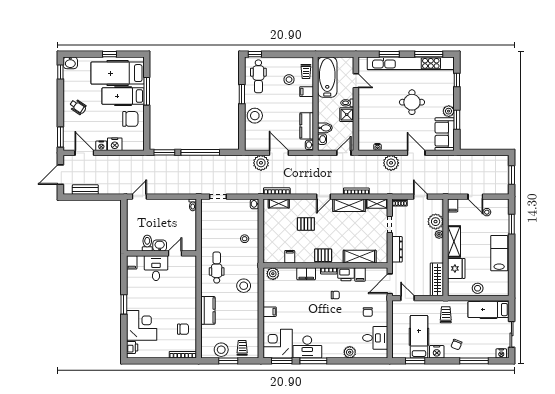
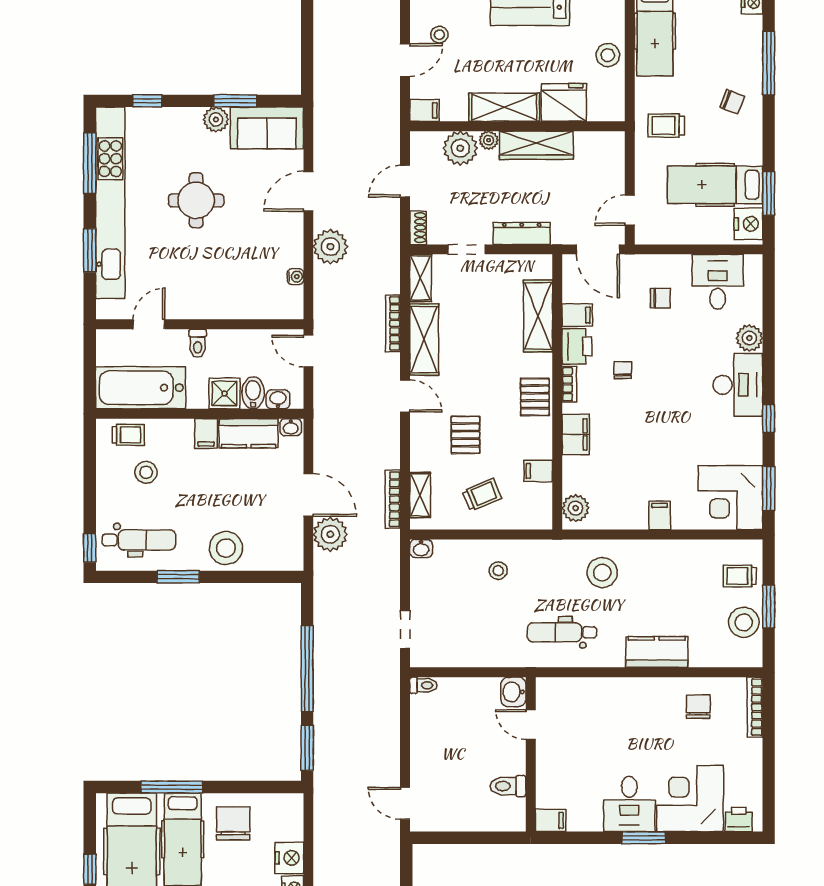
filing cabinet: (307, 92) -> (206, 434), moved
shower: (347, 115) -> (225, 393), moved
door: (279, 153) -> (308, 495), swing flipped
trolley: (279, 231) -> (482, 495), added
washbasin: (160, 246) -> (513, 692), moved
desk: (156, 268) -> (629, 804), moved, turned -90
wardrobe: (437, 279) -> (536, 145), moved
desk: (307, 347) -> (738, 385), moved
nightstand: (437, 352) -> (748, 224), moved
window: (313, 361) -> (769, 419), width x0.46

